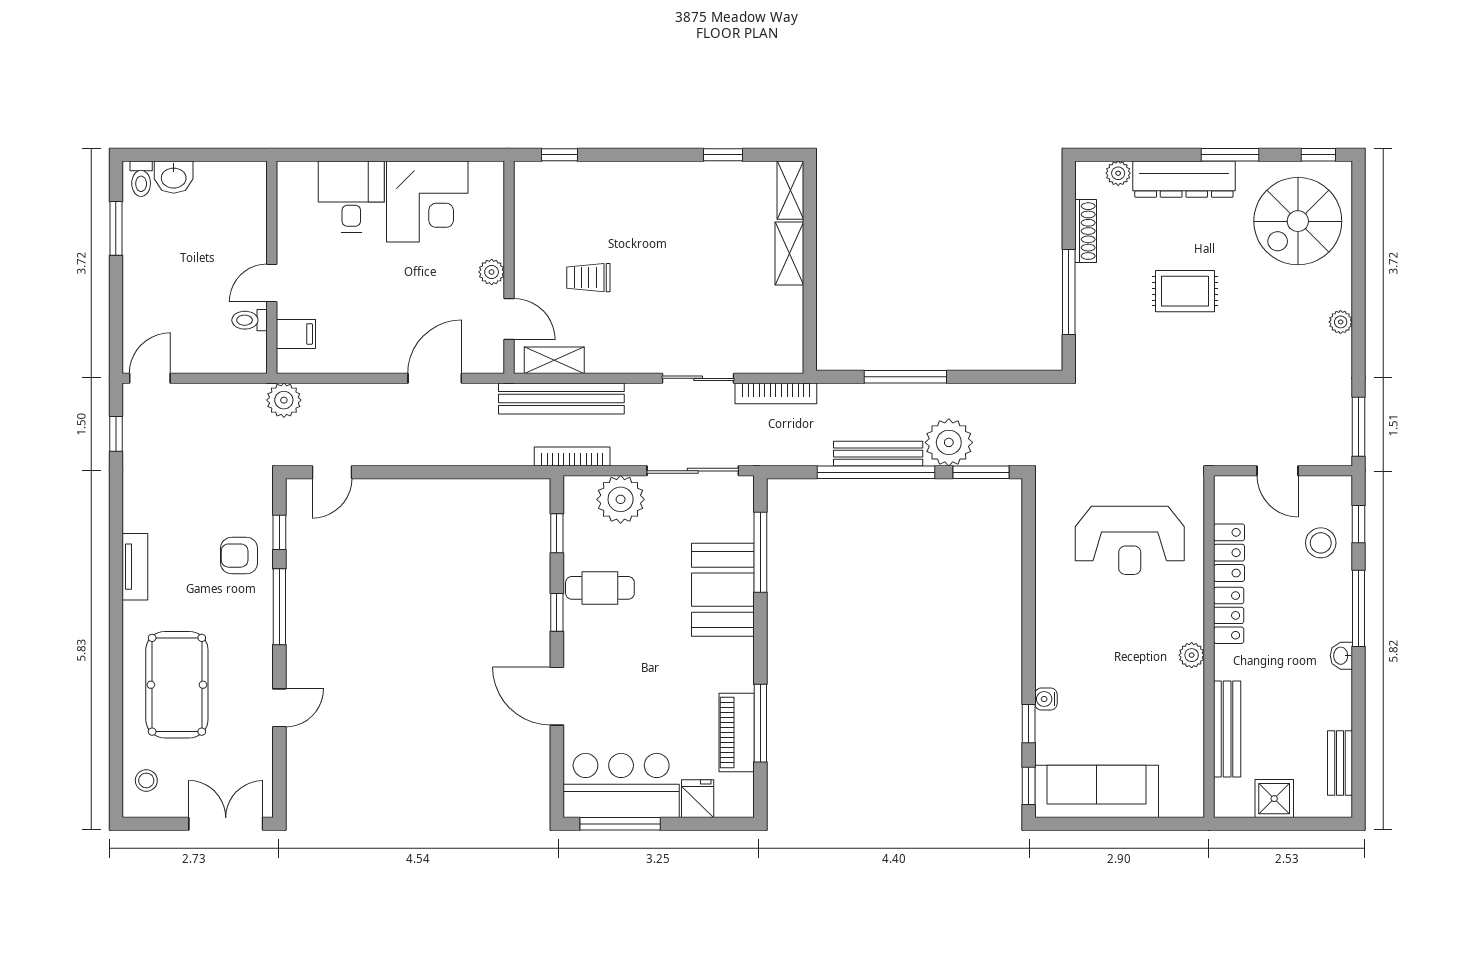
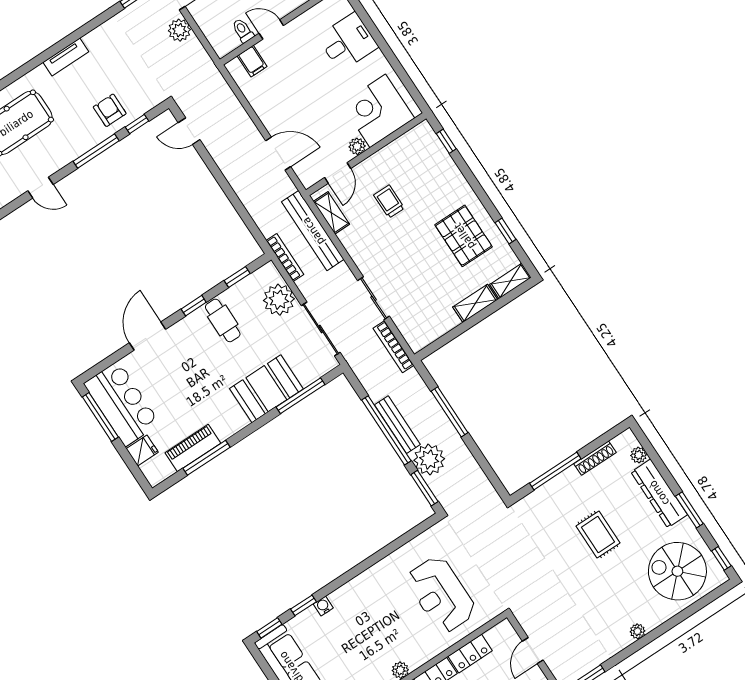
corner desk: (427, 202) -> (378, 111), moved, turned 90
pallet: (694, 212) -> (464, 236), added
plant: (284, 400) -> (179, 30), moved

